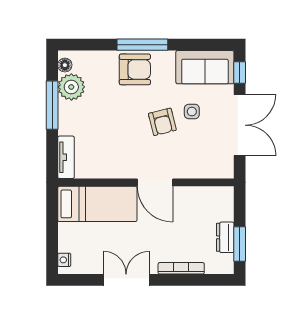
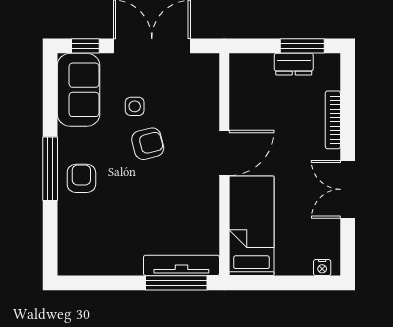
floor lamp: (65, 65) -> (76, 267), removed
armchair: (135, 69) -> (81, 178), width x0.72, depth x0.72
plant: (71, 87) -> (104, 259), removed
window: (52, 105) -> (176, 283), moved
tv unit: (66, 157) -> (181, 265), width x1.41

